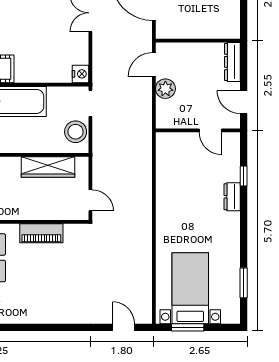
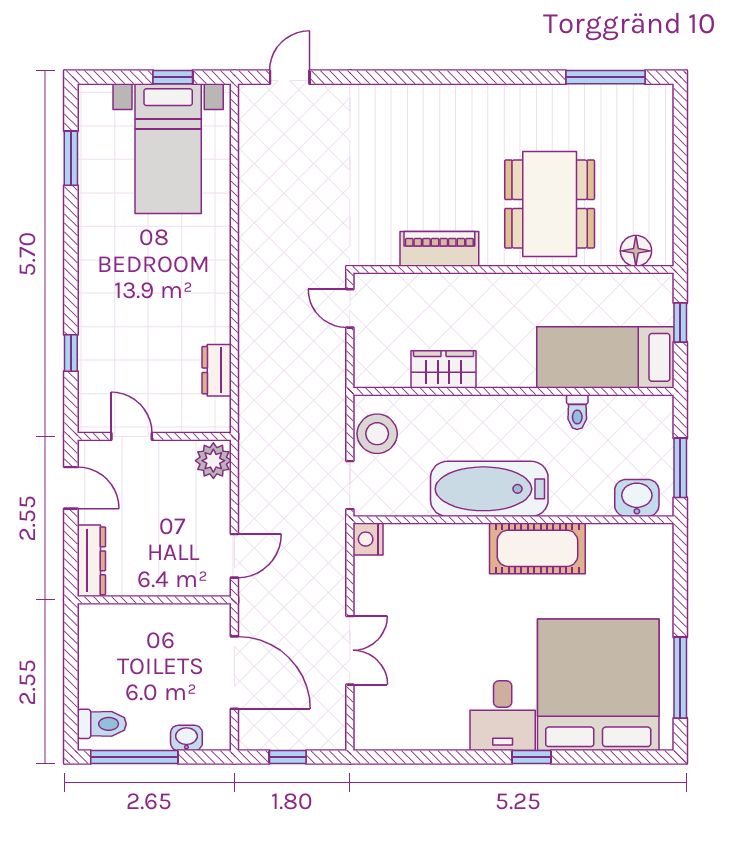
plant: (165, 89) -> (213, 461), moved
wardrobe: (48, 167) -> (444, 369), width x0.67
dresser: (232, 197) -> (217, 370), moved, turned 180
door: (124, 327) -> (290, 77), swing flipped
window: (188, 327) -> (173, 77), width x0.67

